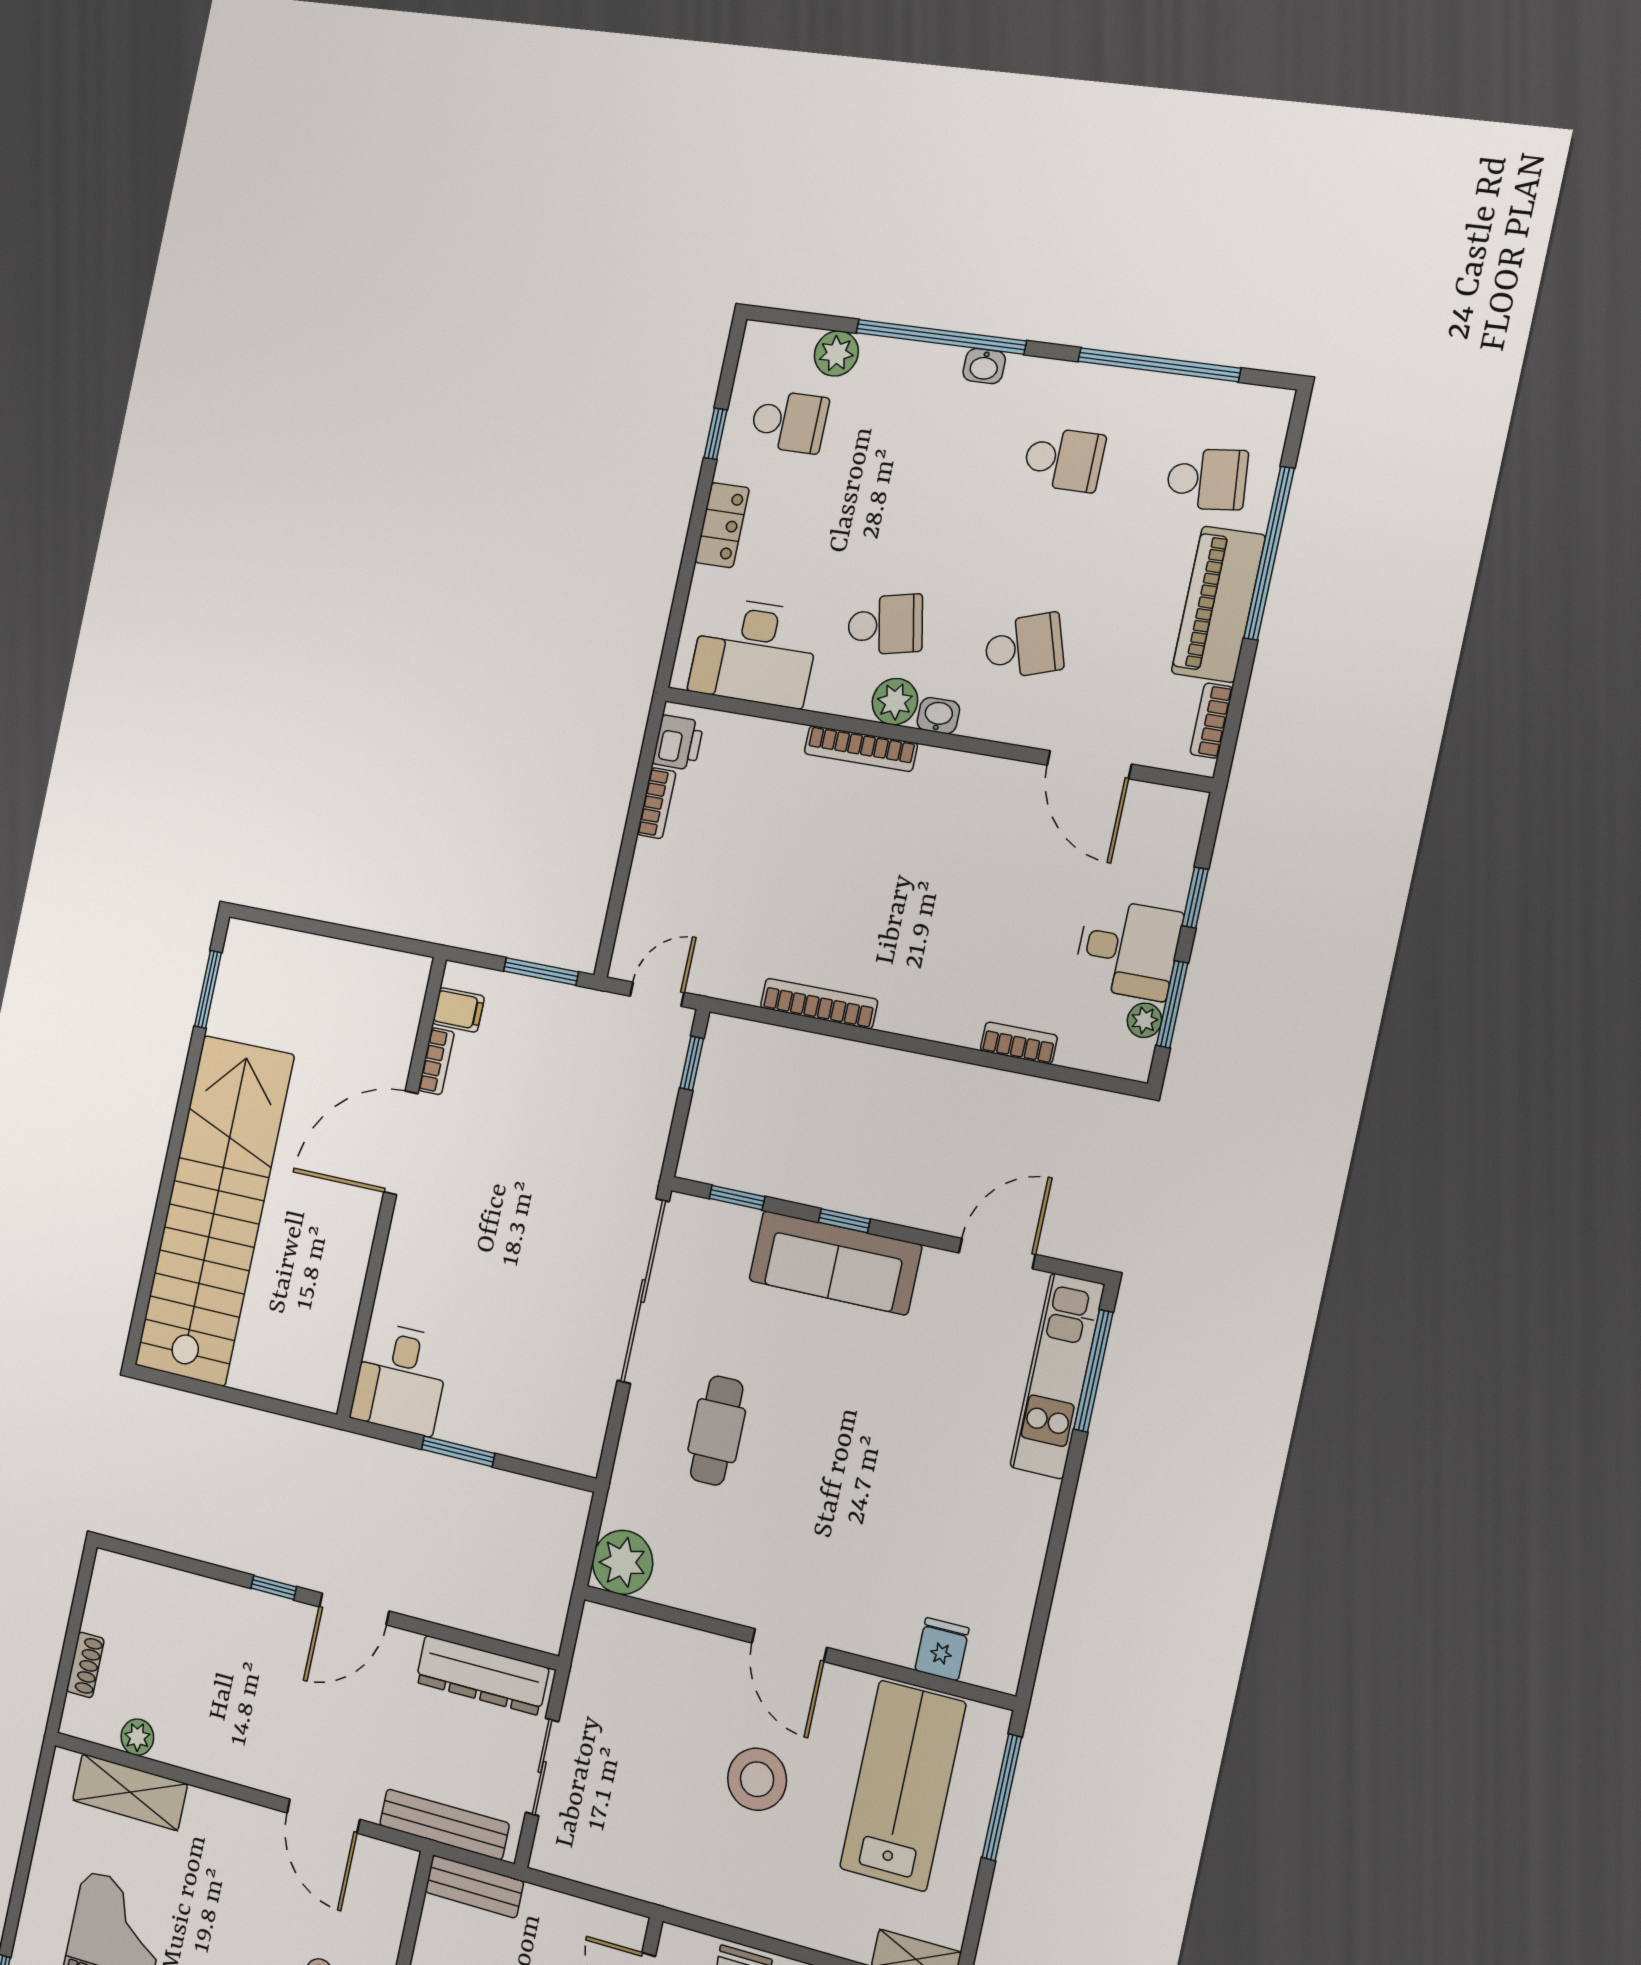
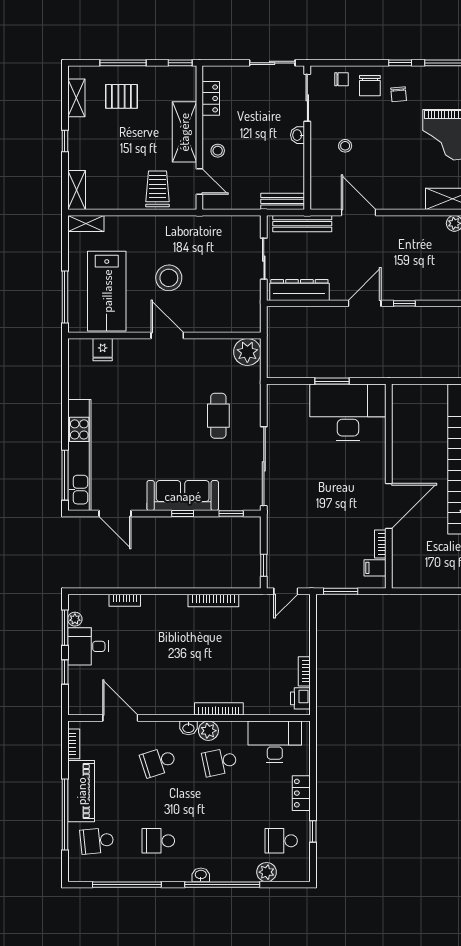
door: (997, 1254) -> (115, 514), hinge flipped
kitchen unit: (1057, 1376) -> (79, 455), width x1.36
desk: (401, 1379) -> (348, 412), width x1.87, depth x1.30

